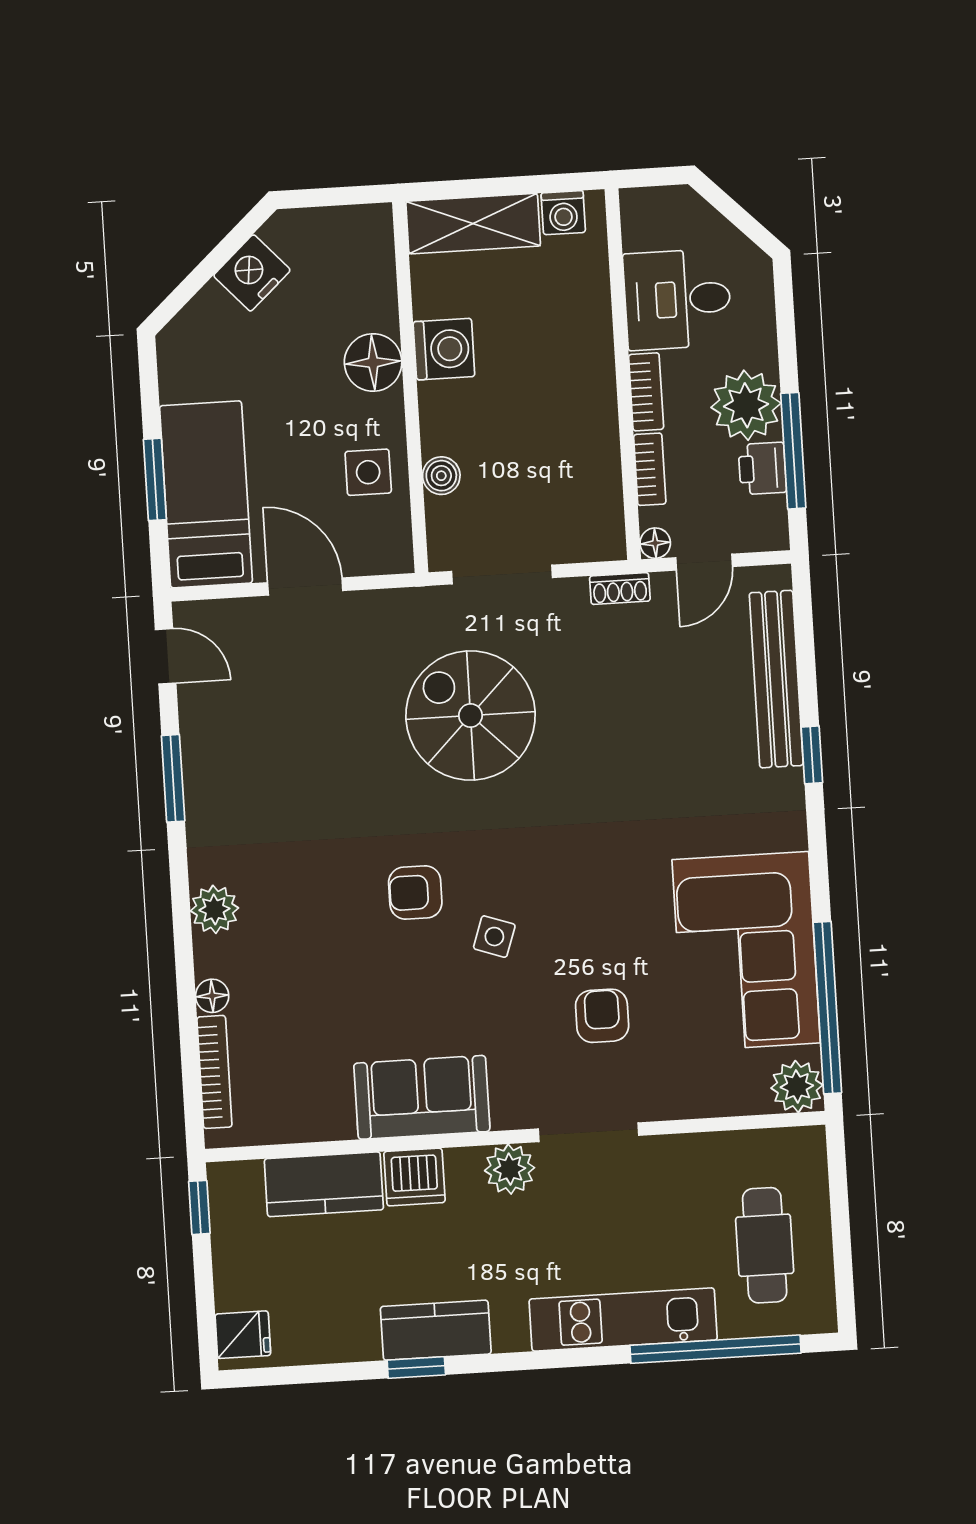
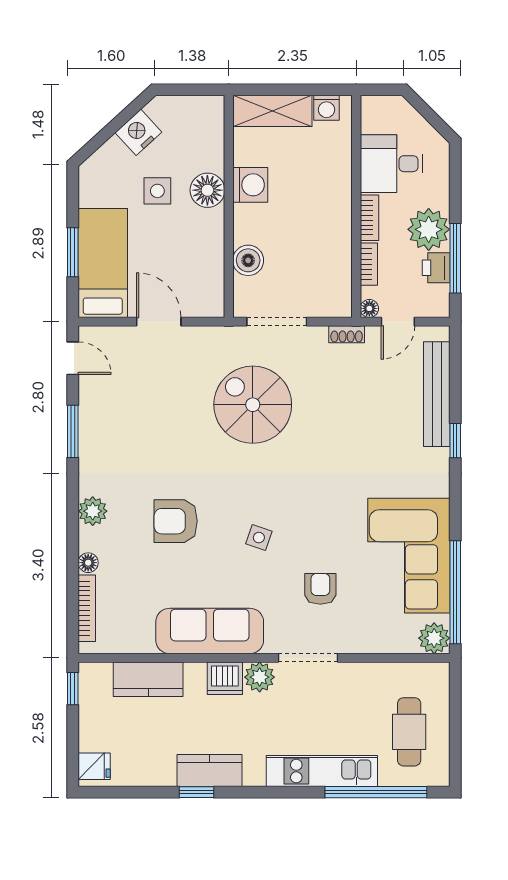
side table: (368, 472) -> (157, 191), moved
boiler: (441, 476) -> (248, 260), width x1.36, depth x1.36
armchair: (415, 892) -> (176, 521), moved, width x1.38, depth x1.38
sofa: (422, 1097) -> (210, 631), width x1.36
dishwasher: (414, 1177) -> (225, 678), moved

